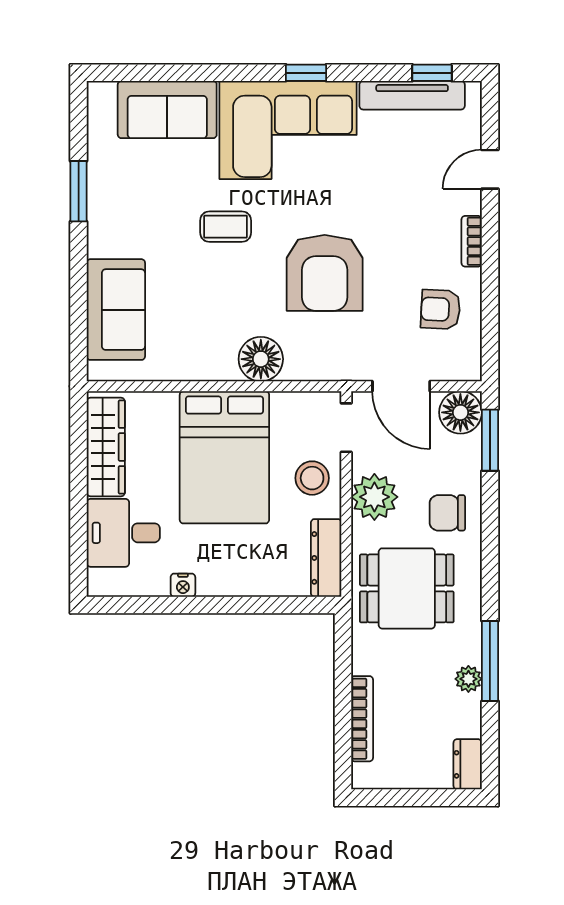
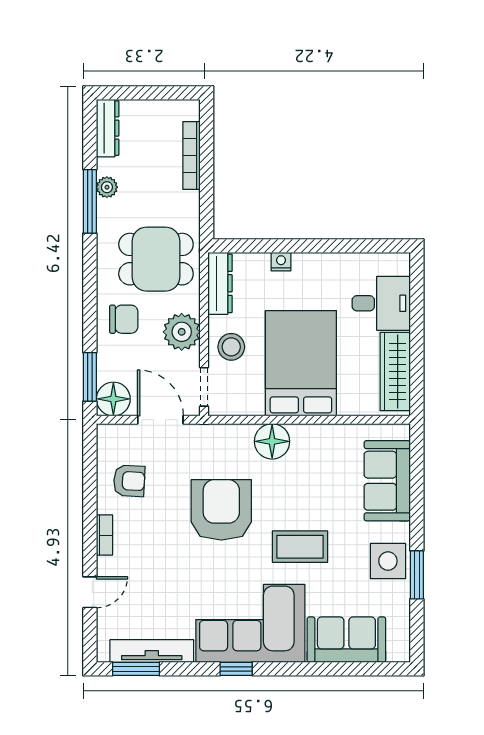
window: (432, 73) -> (136, 669), width x1.50
side table: (115, 209) -> (388, 561), added
coffee table: (226, 227) -> (300, 547), width x1.36, depth x1.30
nightstand: (183, 585) -> (281, 262), moved
dresser: (468, 764) -> (108, 128), width x1.44

